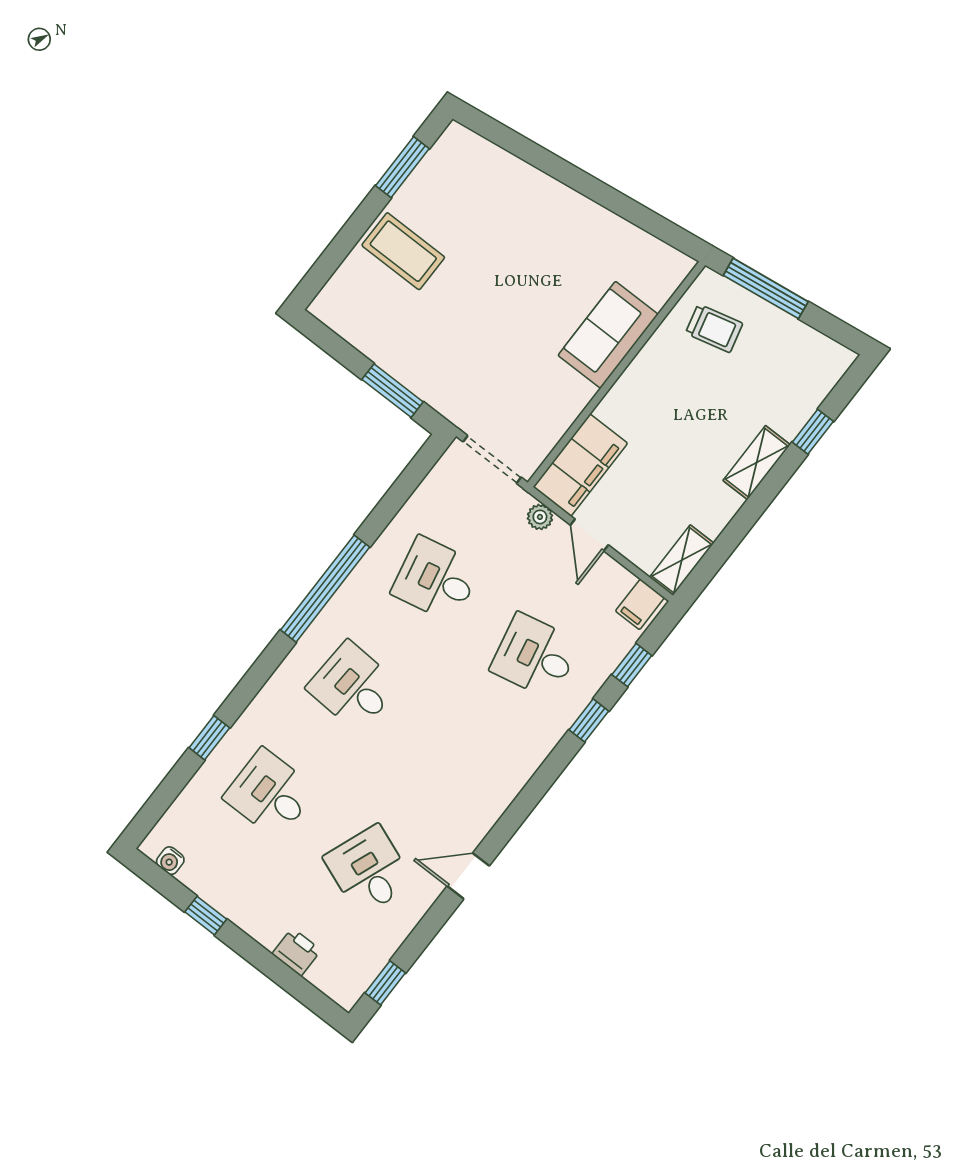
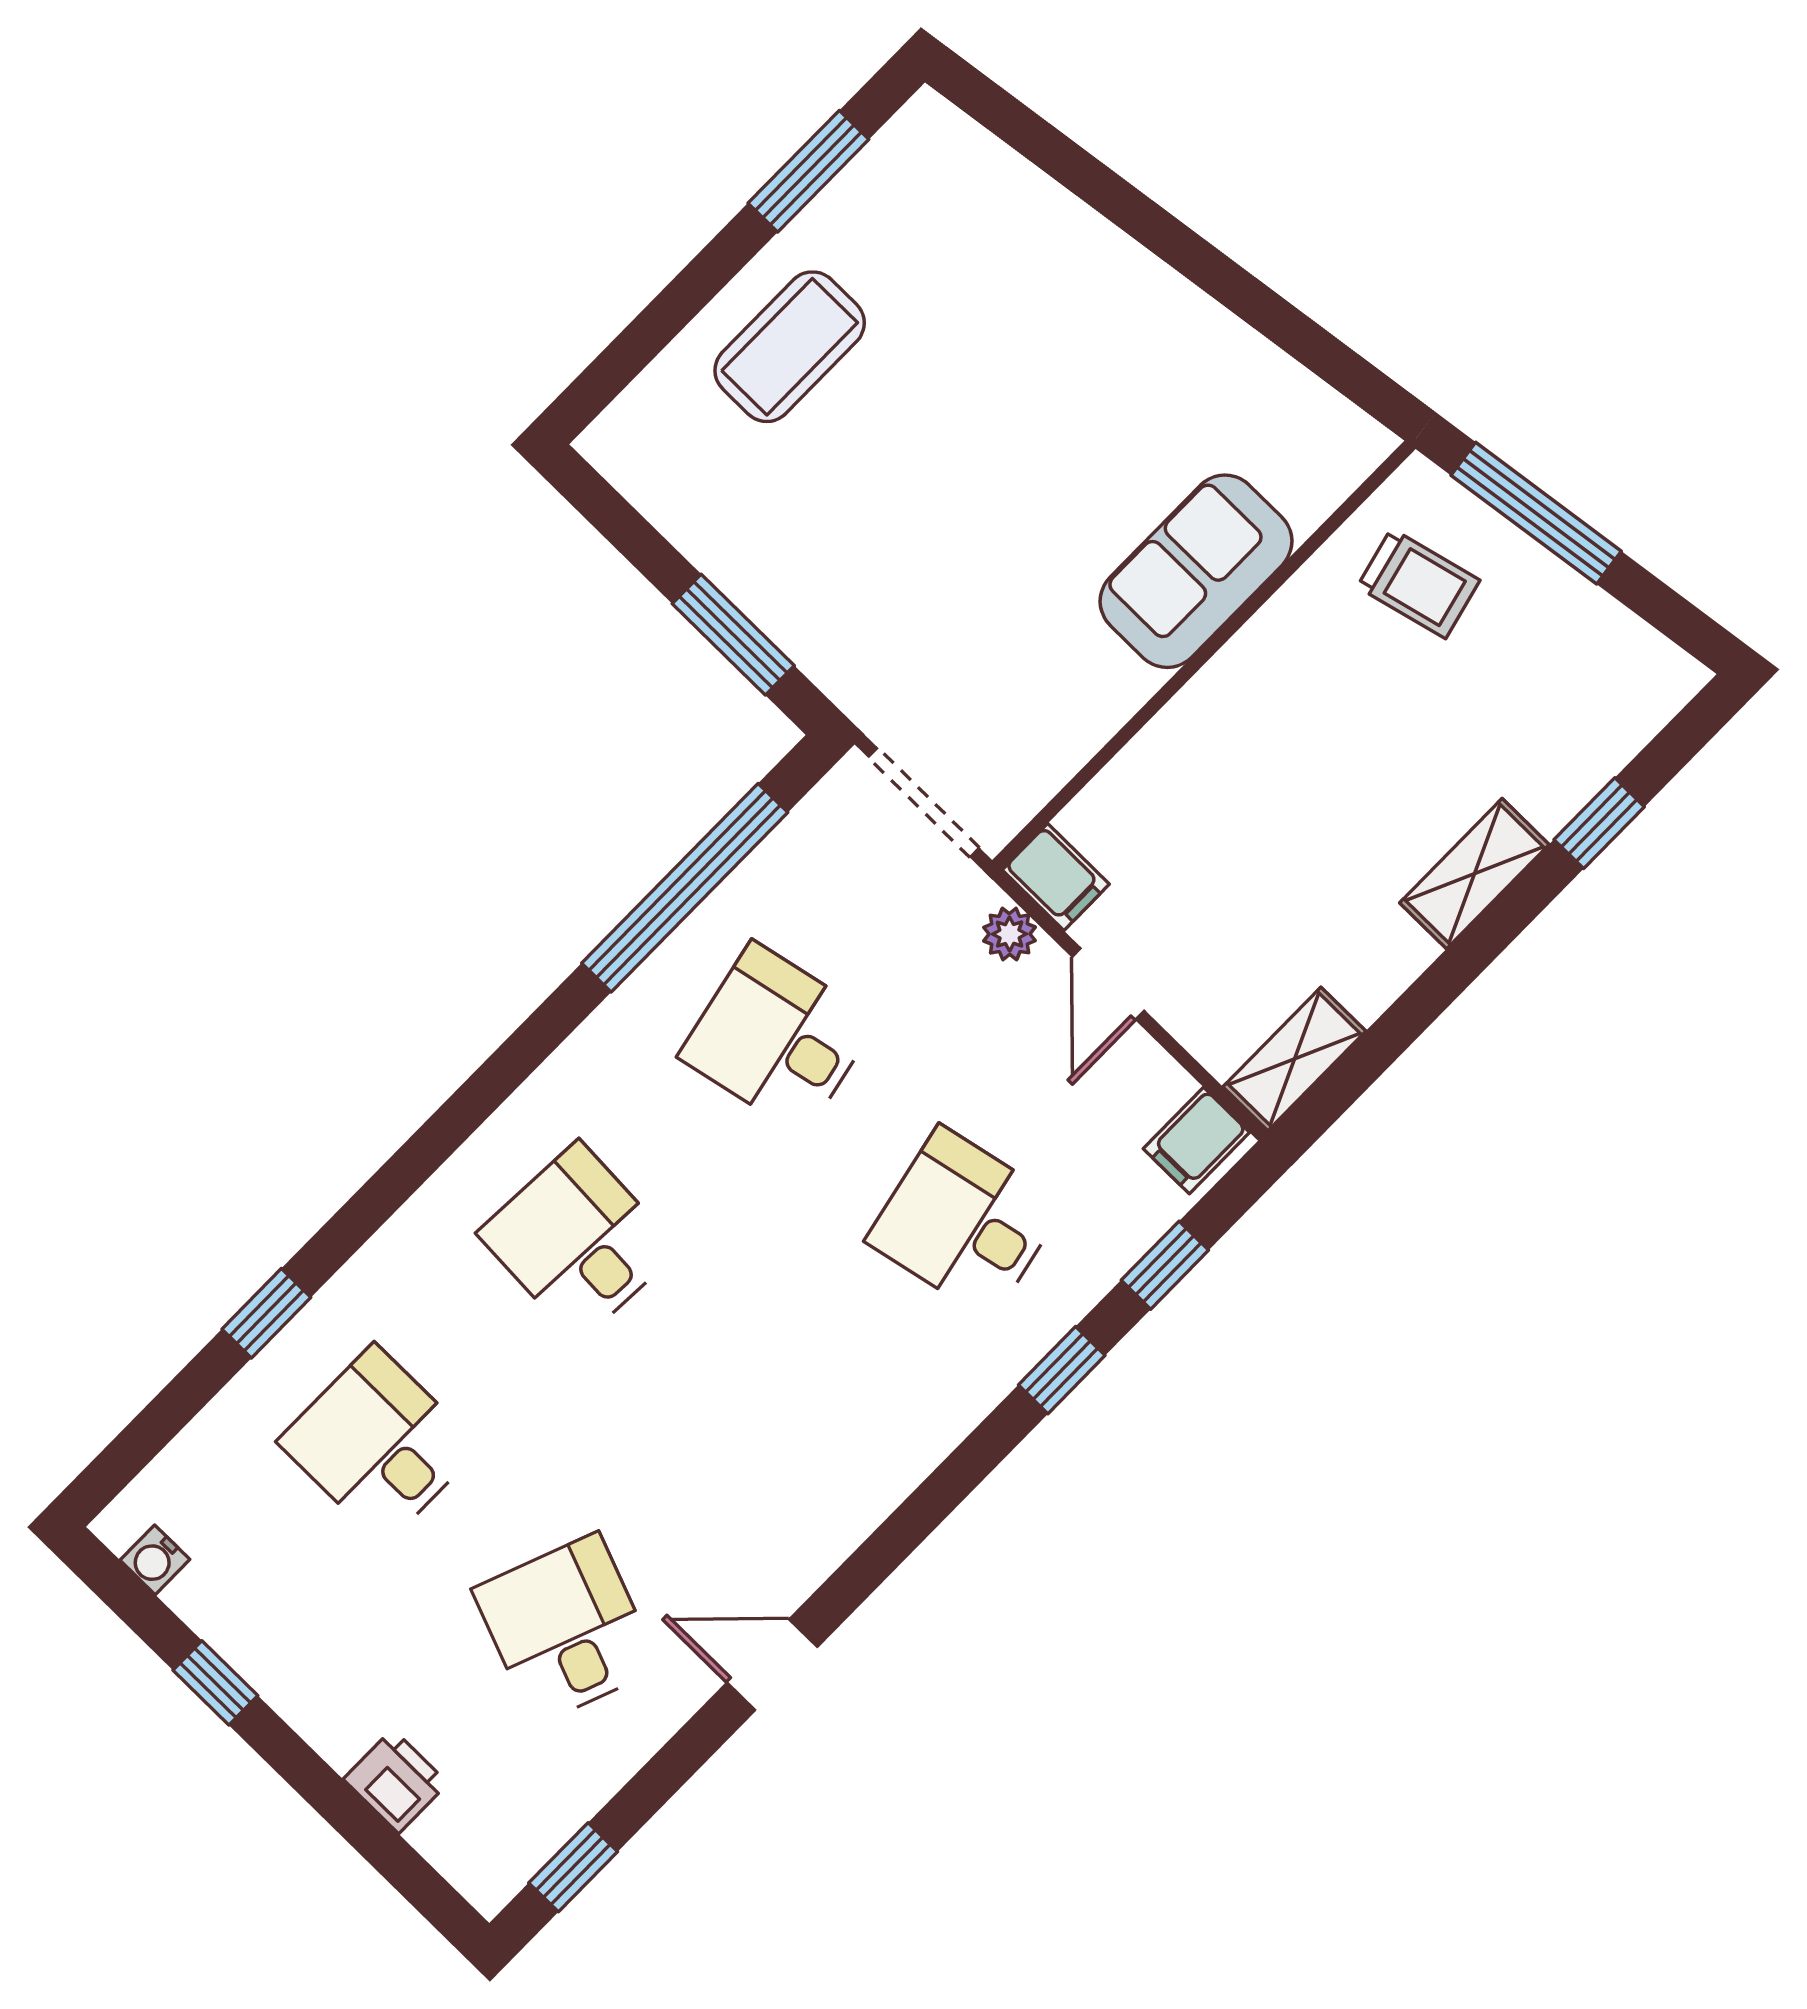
coffee table: (403, 251) -> (790, 347), turned 90
filing cabinet: (580, 465) -> (1056, 877), width x0.33, depth x0.86
window: (325, 589) -> (685, 888), moved

